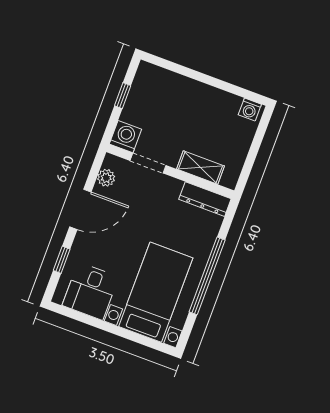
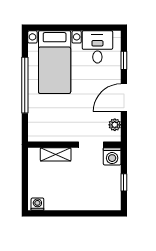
dresser: (205, 199) -> (45, 135), removed

